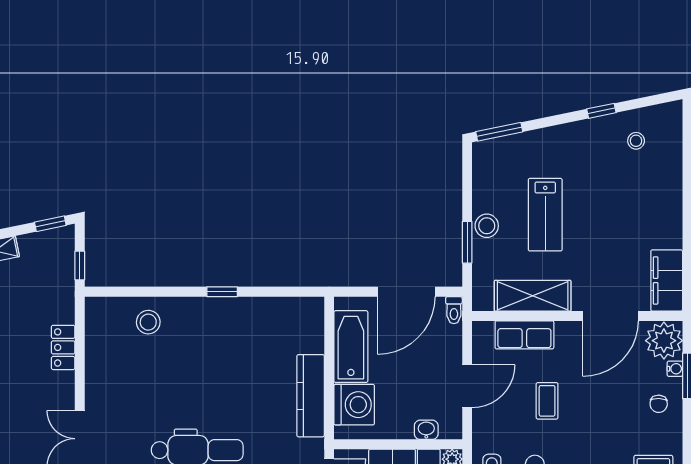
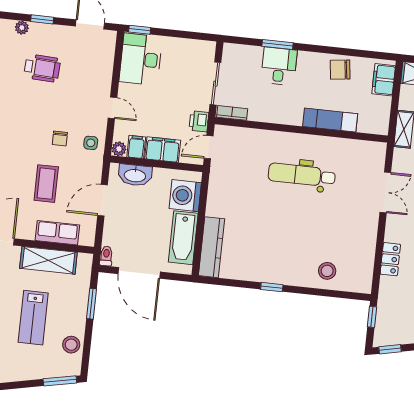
lab bench: (545, 215) -> (33, 318), turned 180
stool: (487, 226) -> (71, 345), moved
door: (406, 292) -> (139, 273), swing flipped
kitchen counter: (311, 396) -> (211, 247), moved
coffee table: (547, 401) -> (46, 184), width x1.36, depth x1.30
washbasin: (426, 430) -> (135, 175), width x1.91, depth x1.45

